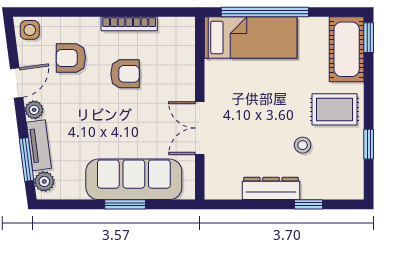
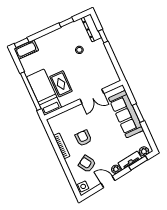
cot: (347, 49) -> (26, 50), width x0.73, depth x0.75
armchair: (71, 58) -> (87, 164), turned 148
rug: (334, 109) -> (61, 84), moved
dresser: (271, 188) -> (91, 28), moved

